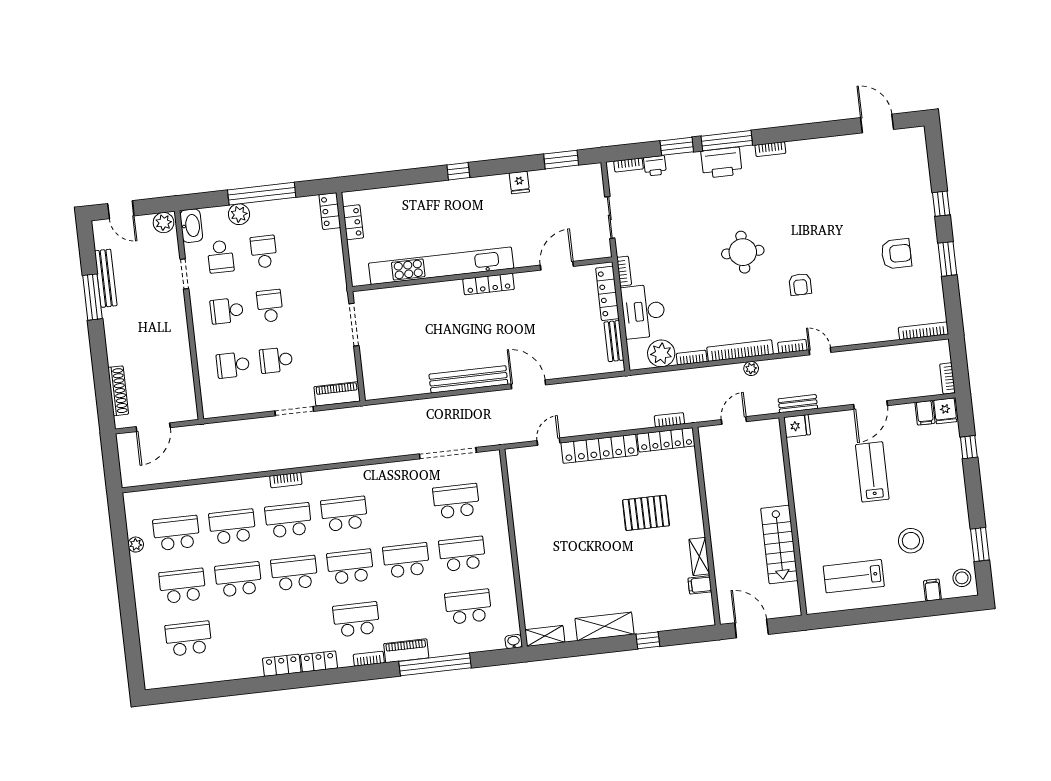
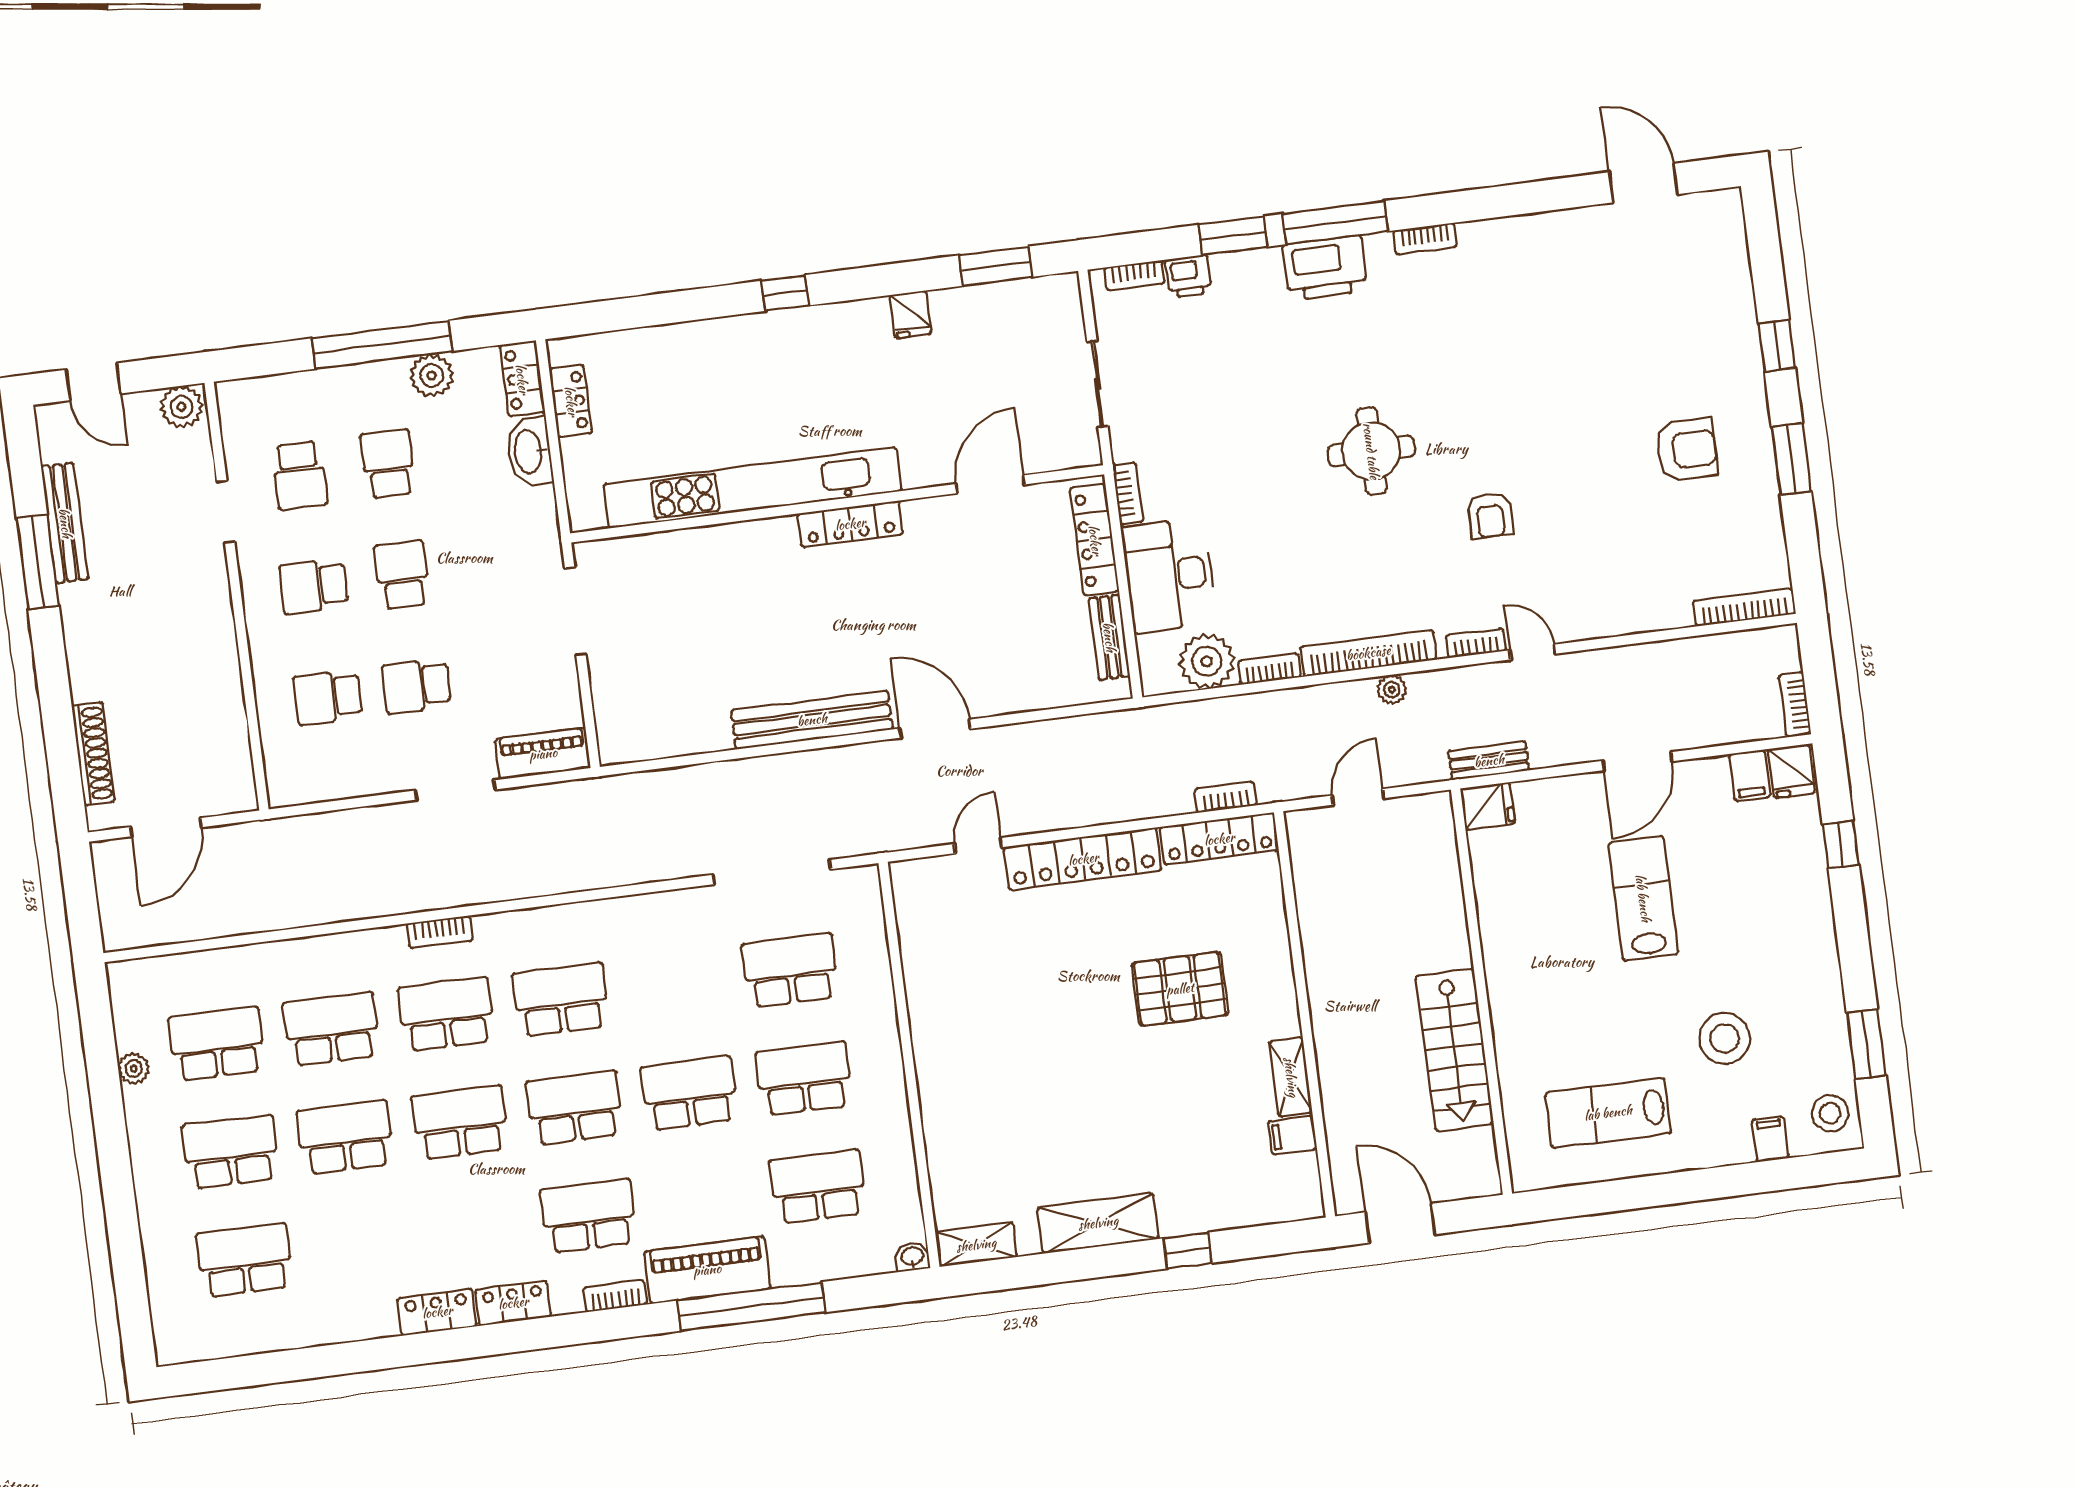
plant: (239, 214) -> (432, 375), moved
washbasin: (191, 226) -> (529, 452), moved, turned 180
piano: (406, 651) -> (707, 1270), width x1.37, depth x1.33

